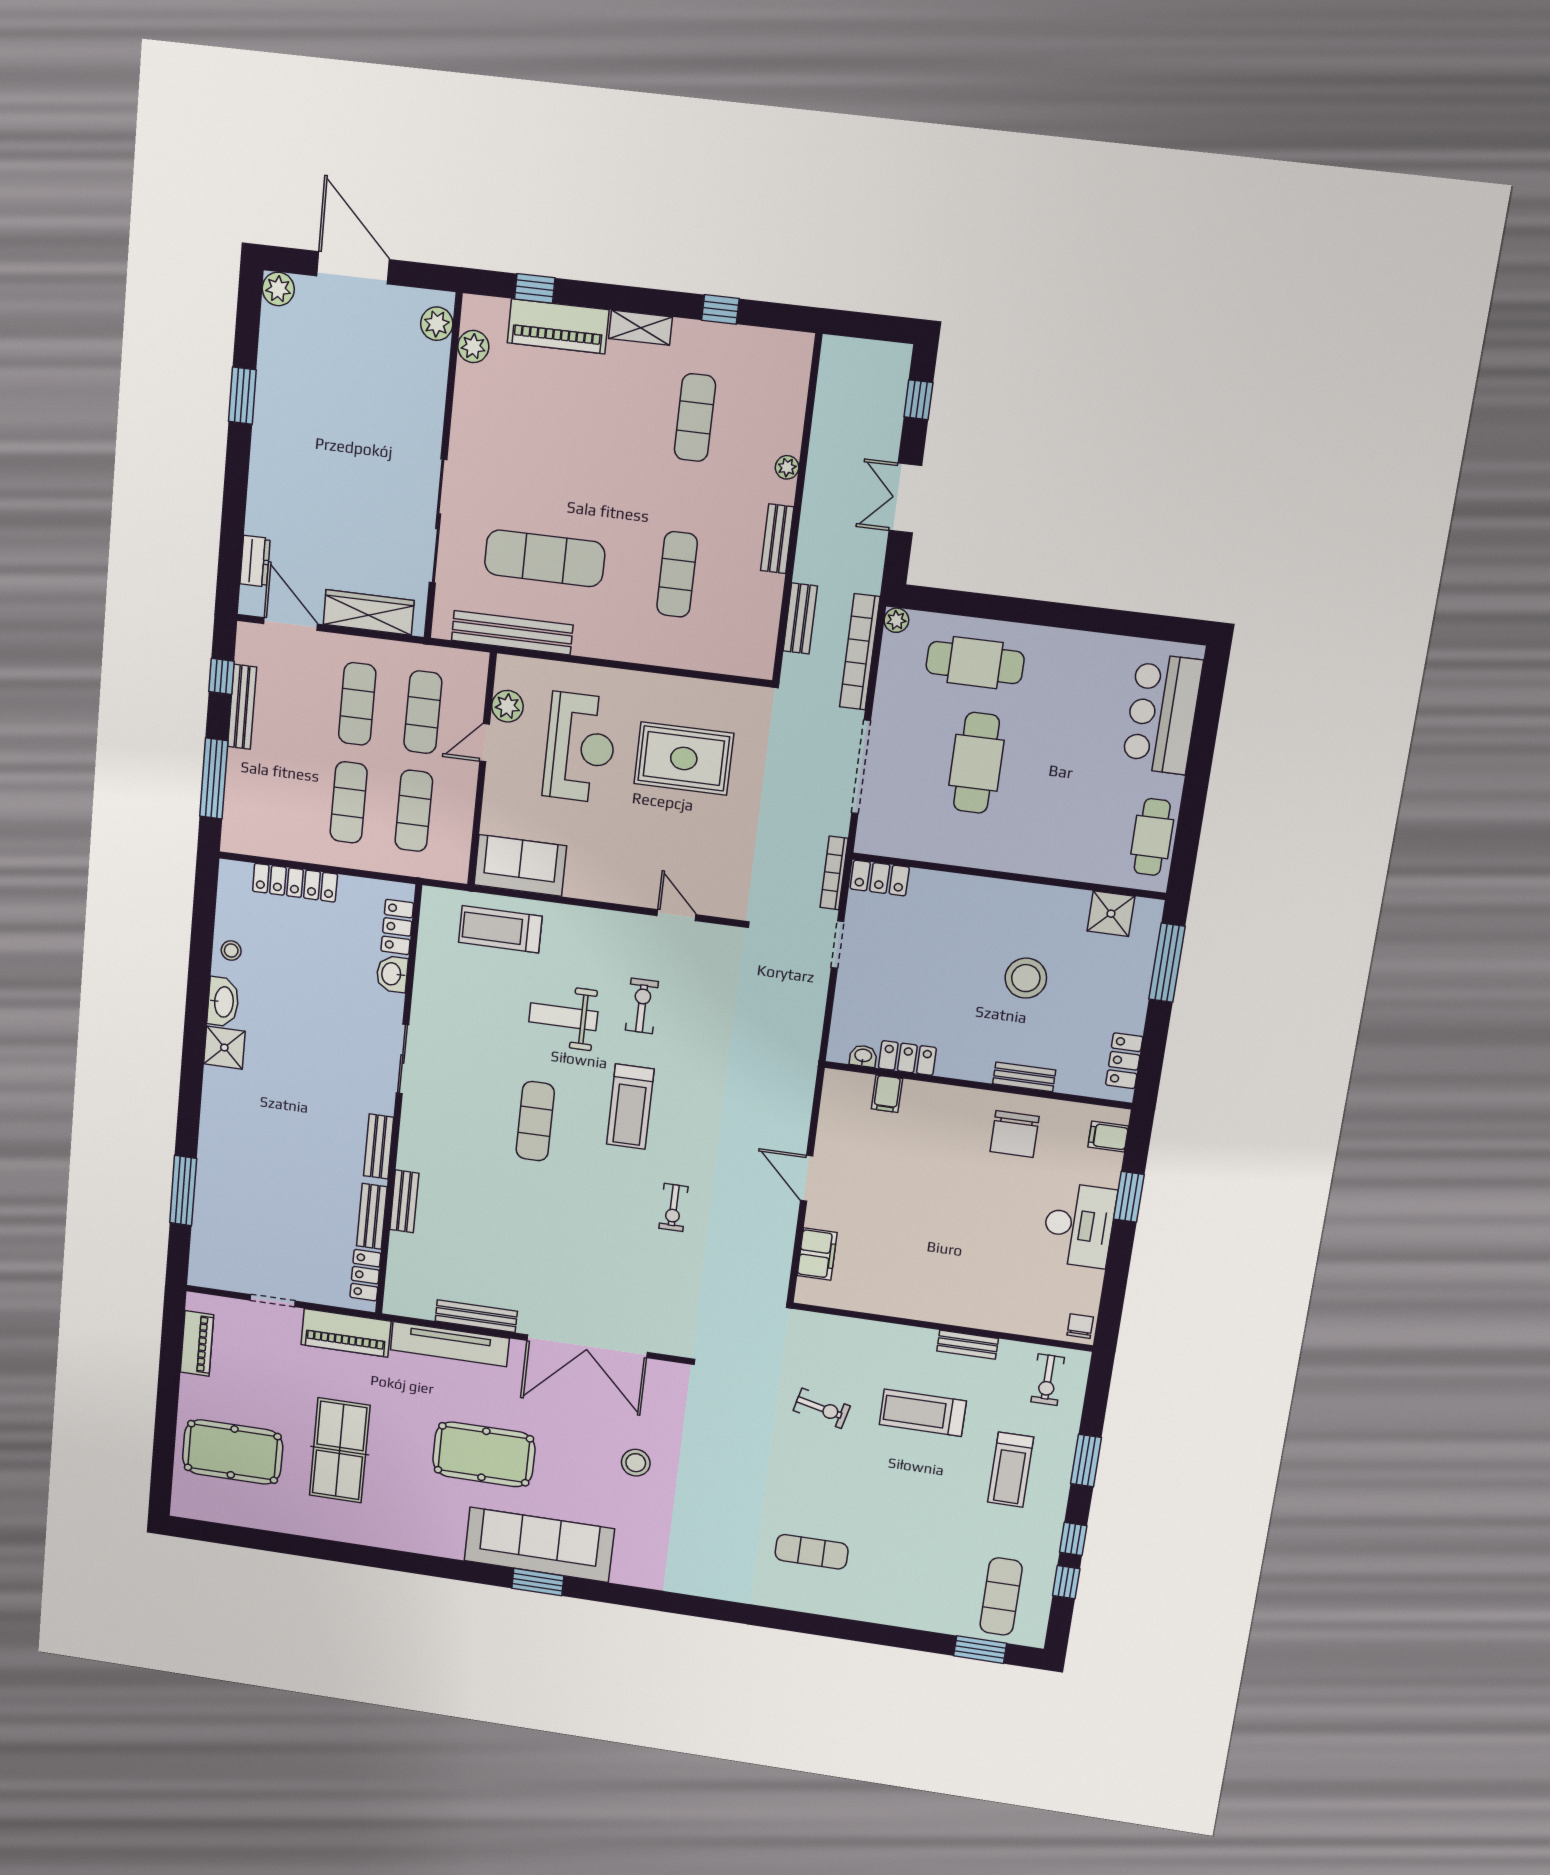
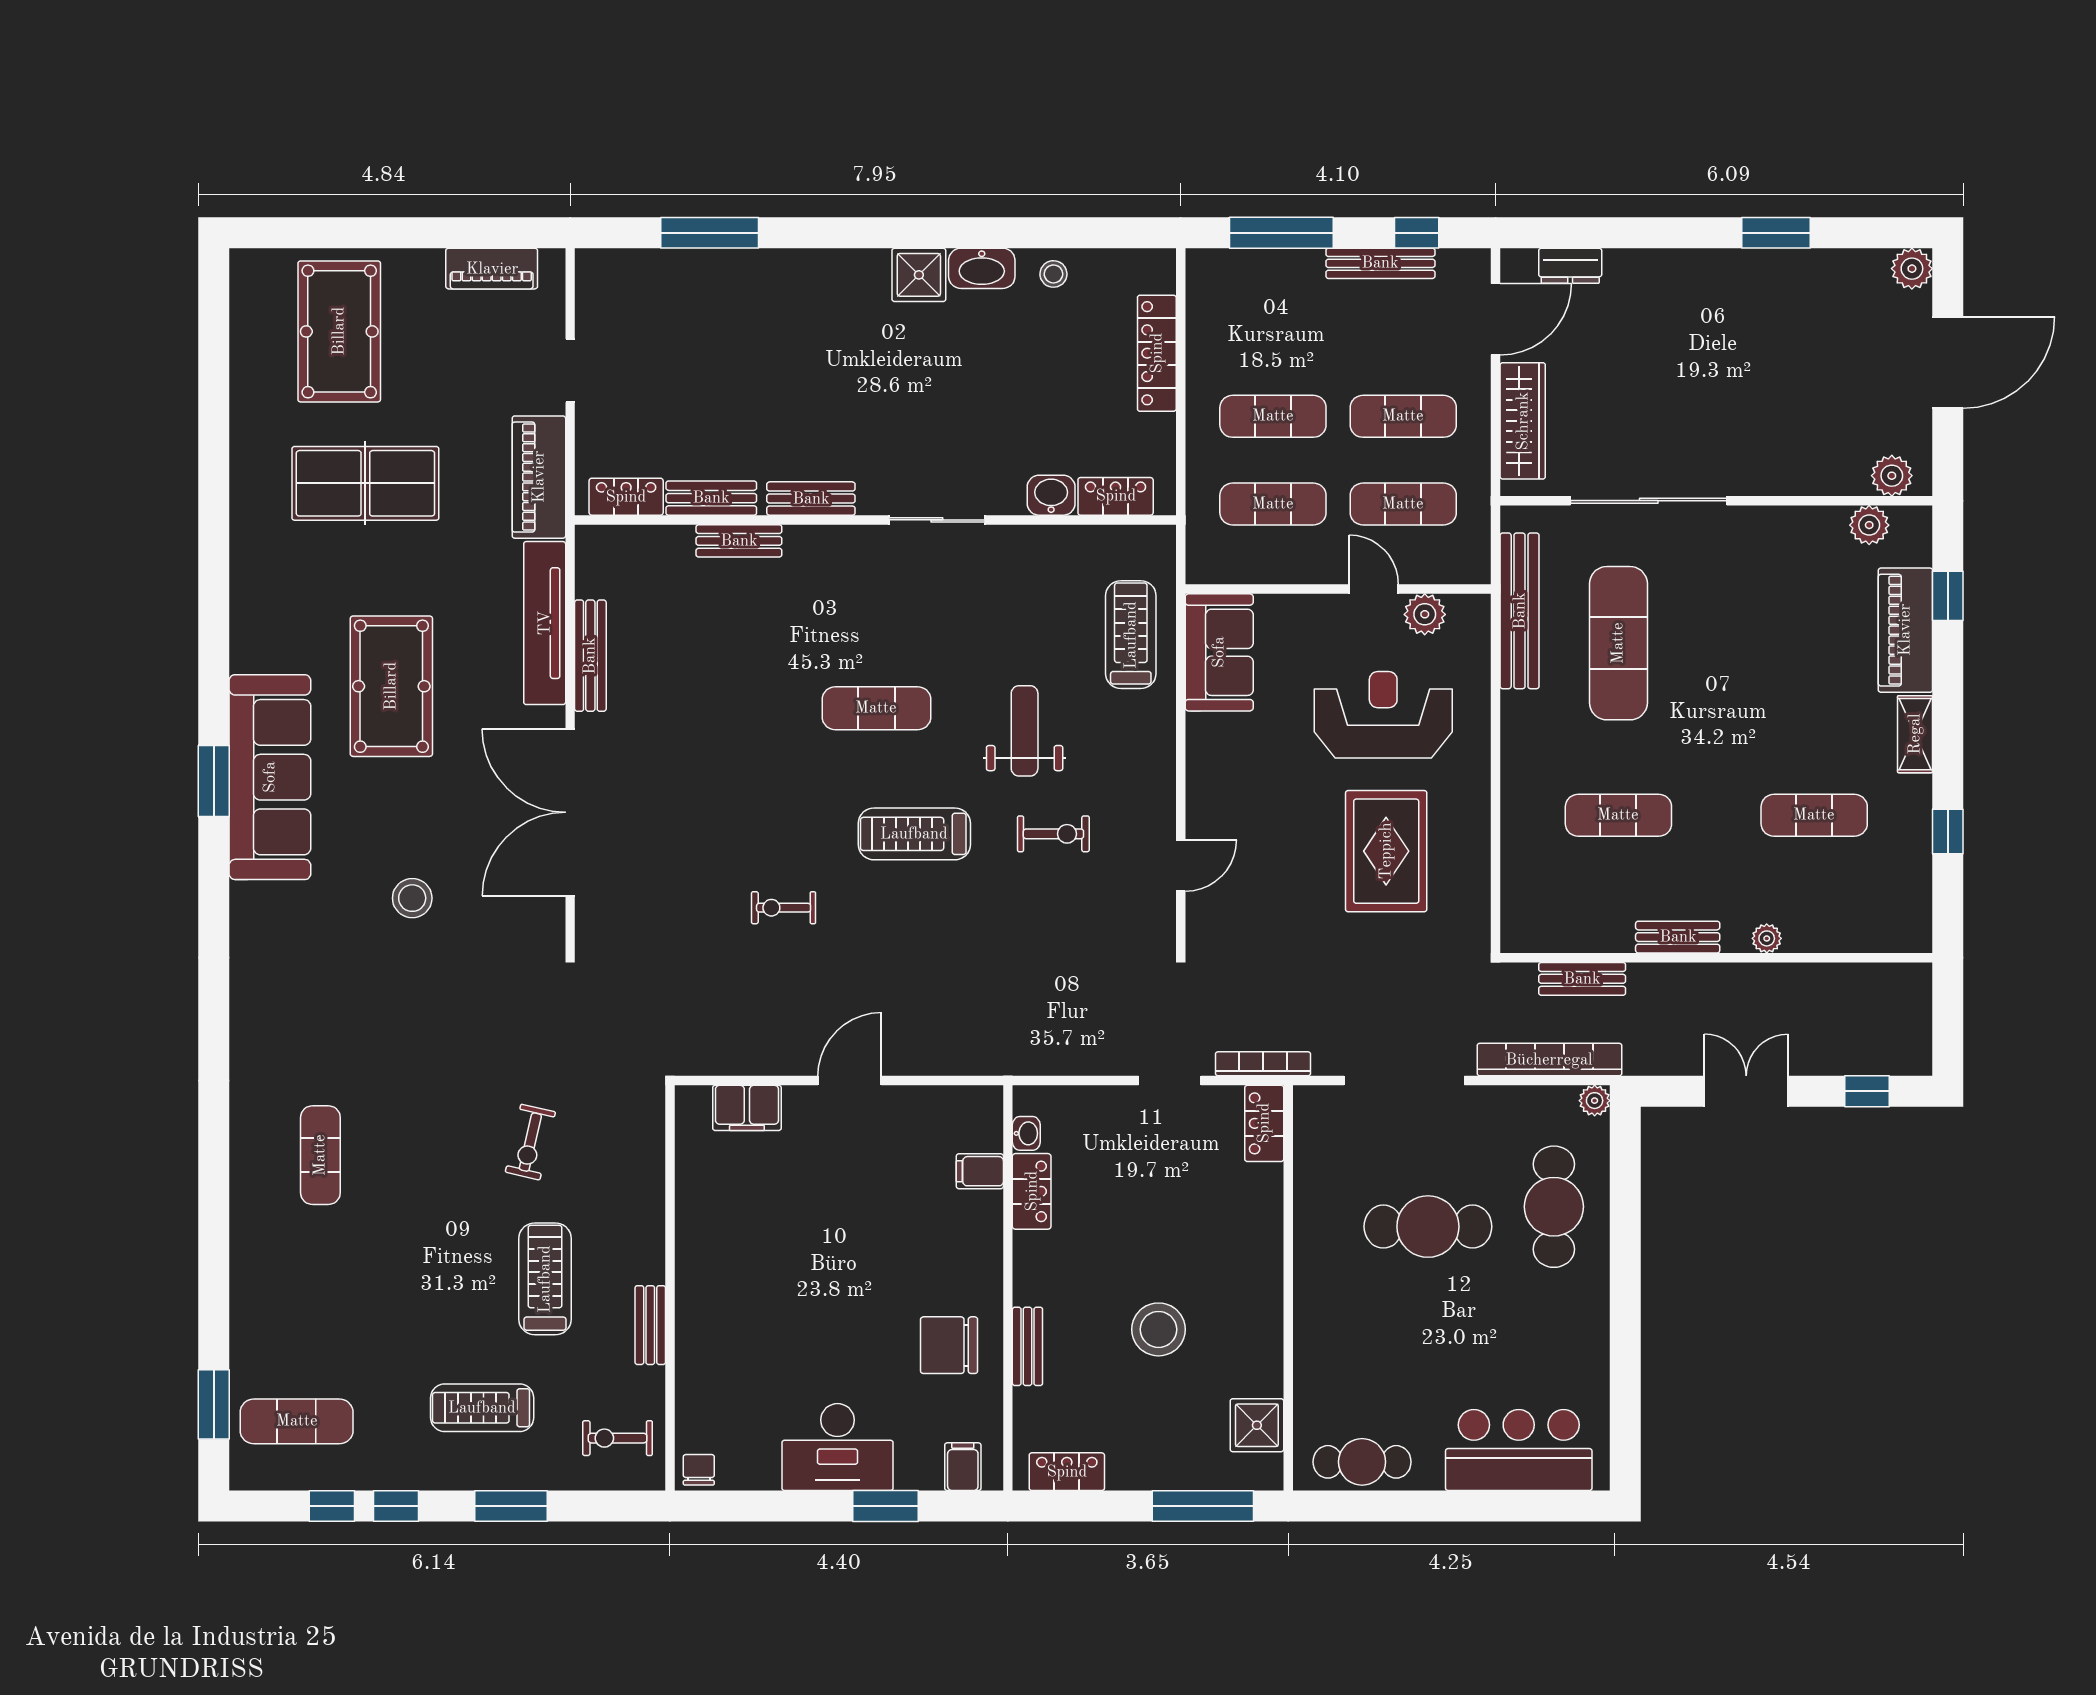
reception desk: (580, 748) -> (1383, 715), turned 180
chair: (1080, 1326) -> (699, 1470), turned -90

